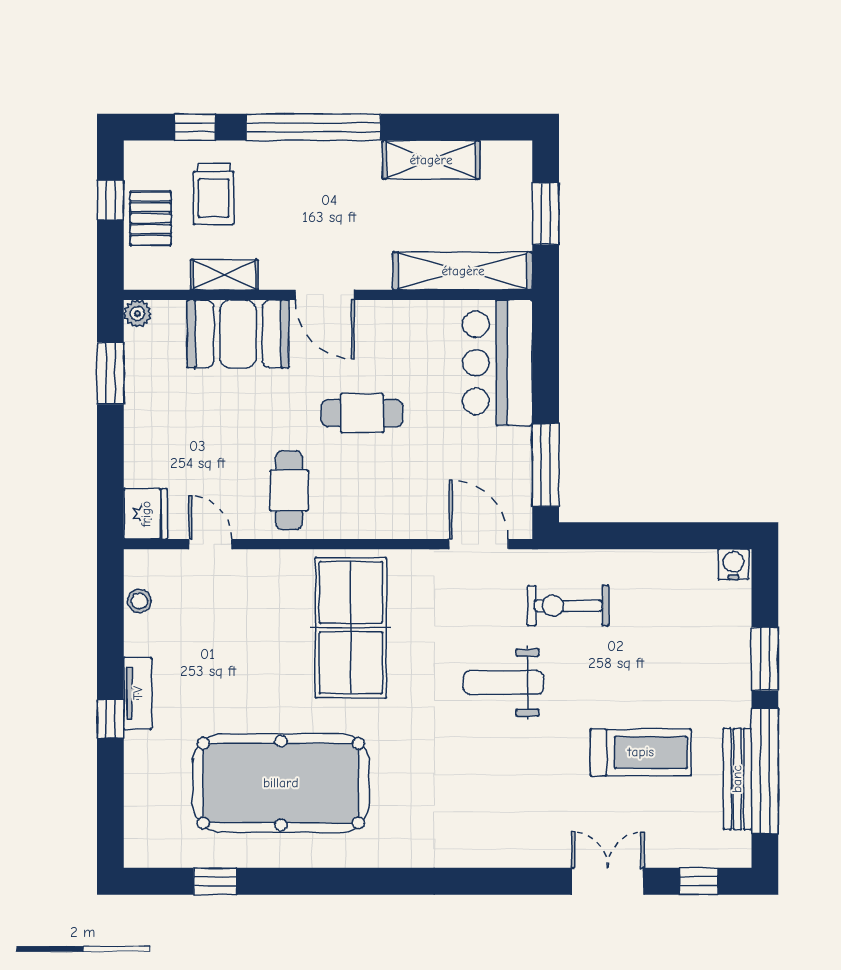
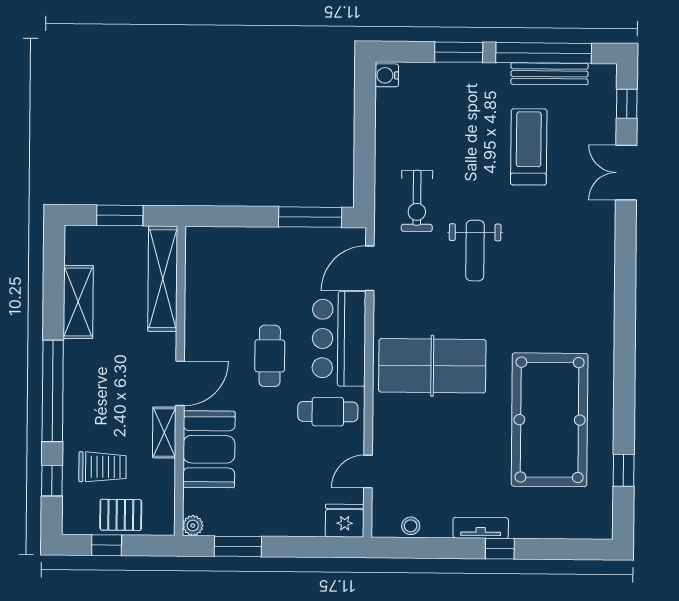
shelving: (224, 275) -> (164, 432), moved
bar counter: (497, 363) -> (339, 339), moved, turned 90

